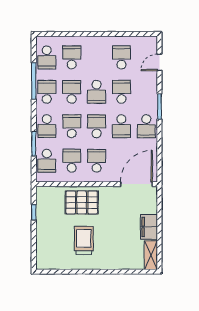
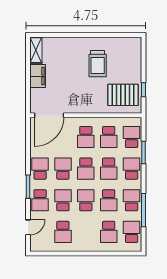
school desk: (47, 92) -> (132, 200), turned 180
school desk: (121, 92) -> (63, 200), turned 180
school desk: (146, 92) -> (40, 200), added
pallet: (82, 202) -> (123, 95), moved

